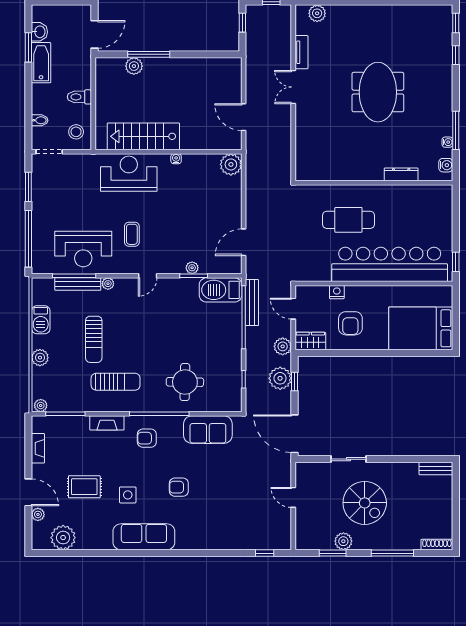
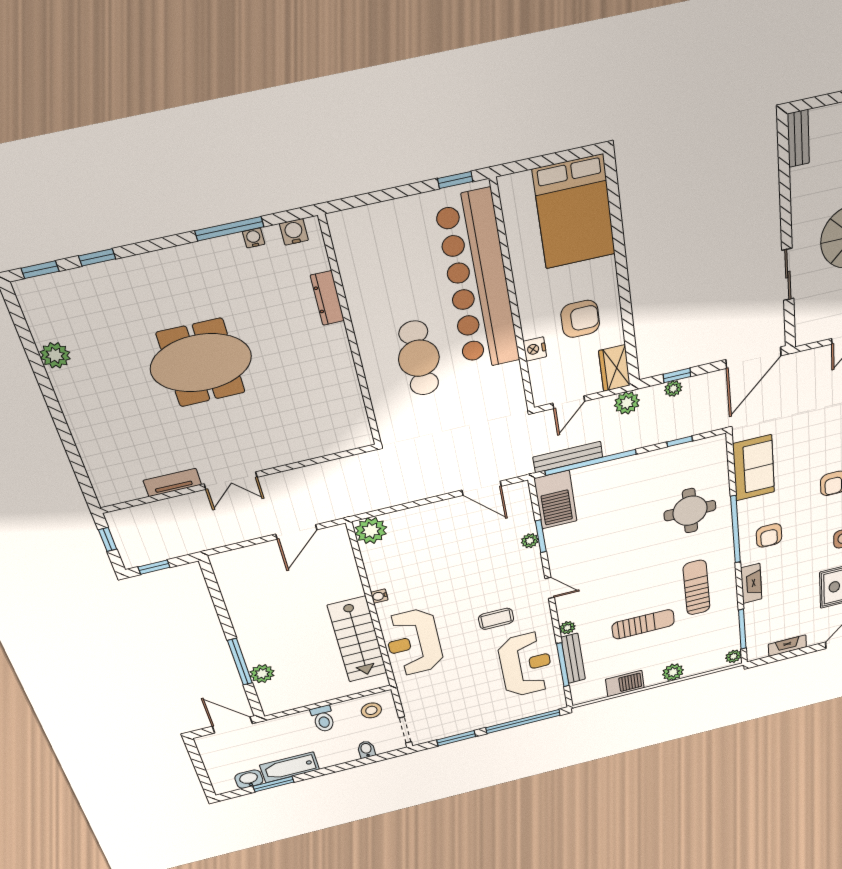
plant: (317, 13) -> (55, 355), moved
plant: (280, 378) -> (673, 389), width x0.53, depth x0.53

